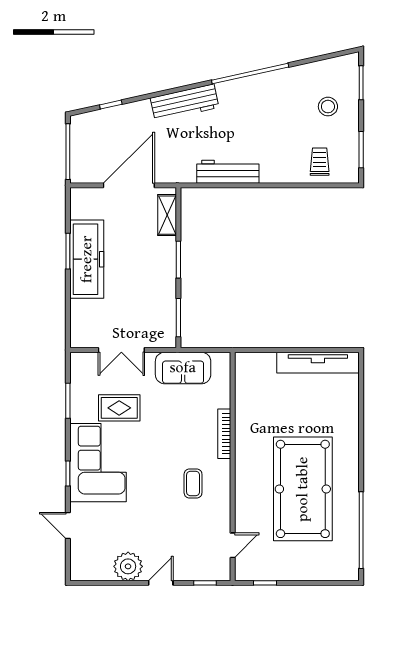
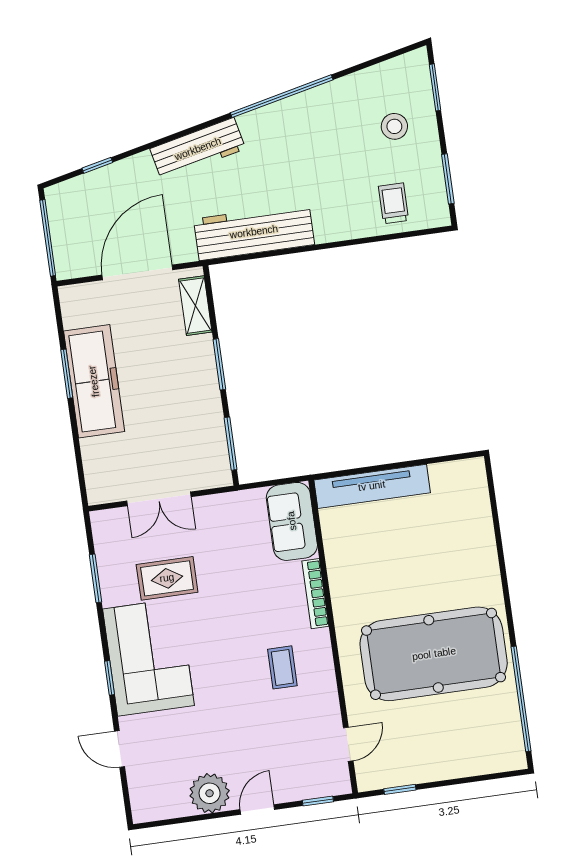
workbench: (228, 172) -> (254, 232), width x1.36, depth x1.32
tv unit: (318, 363) -> (372, 486), moved
sofa: (183, 368) -> (292, 521), moved, turned 90
pool table: (303, 489) -> (434, 654), turned 90

